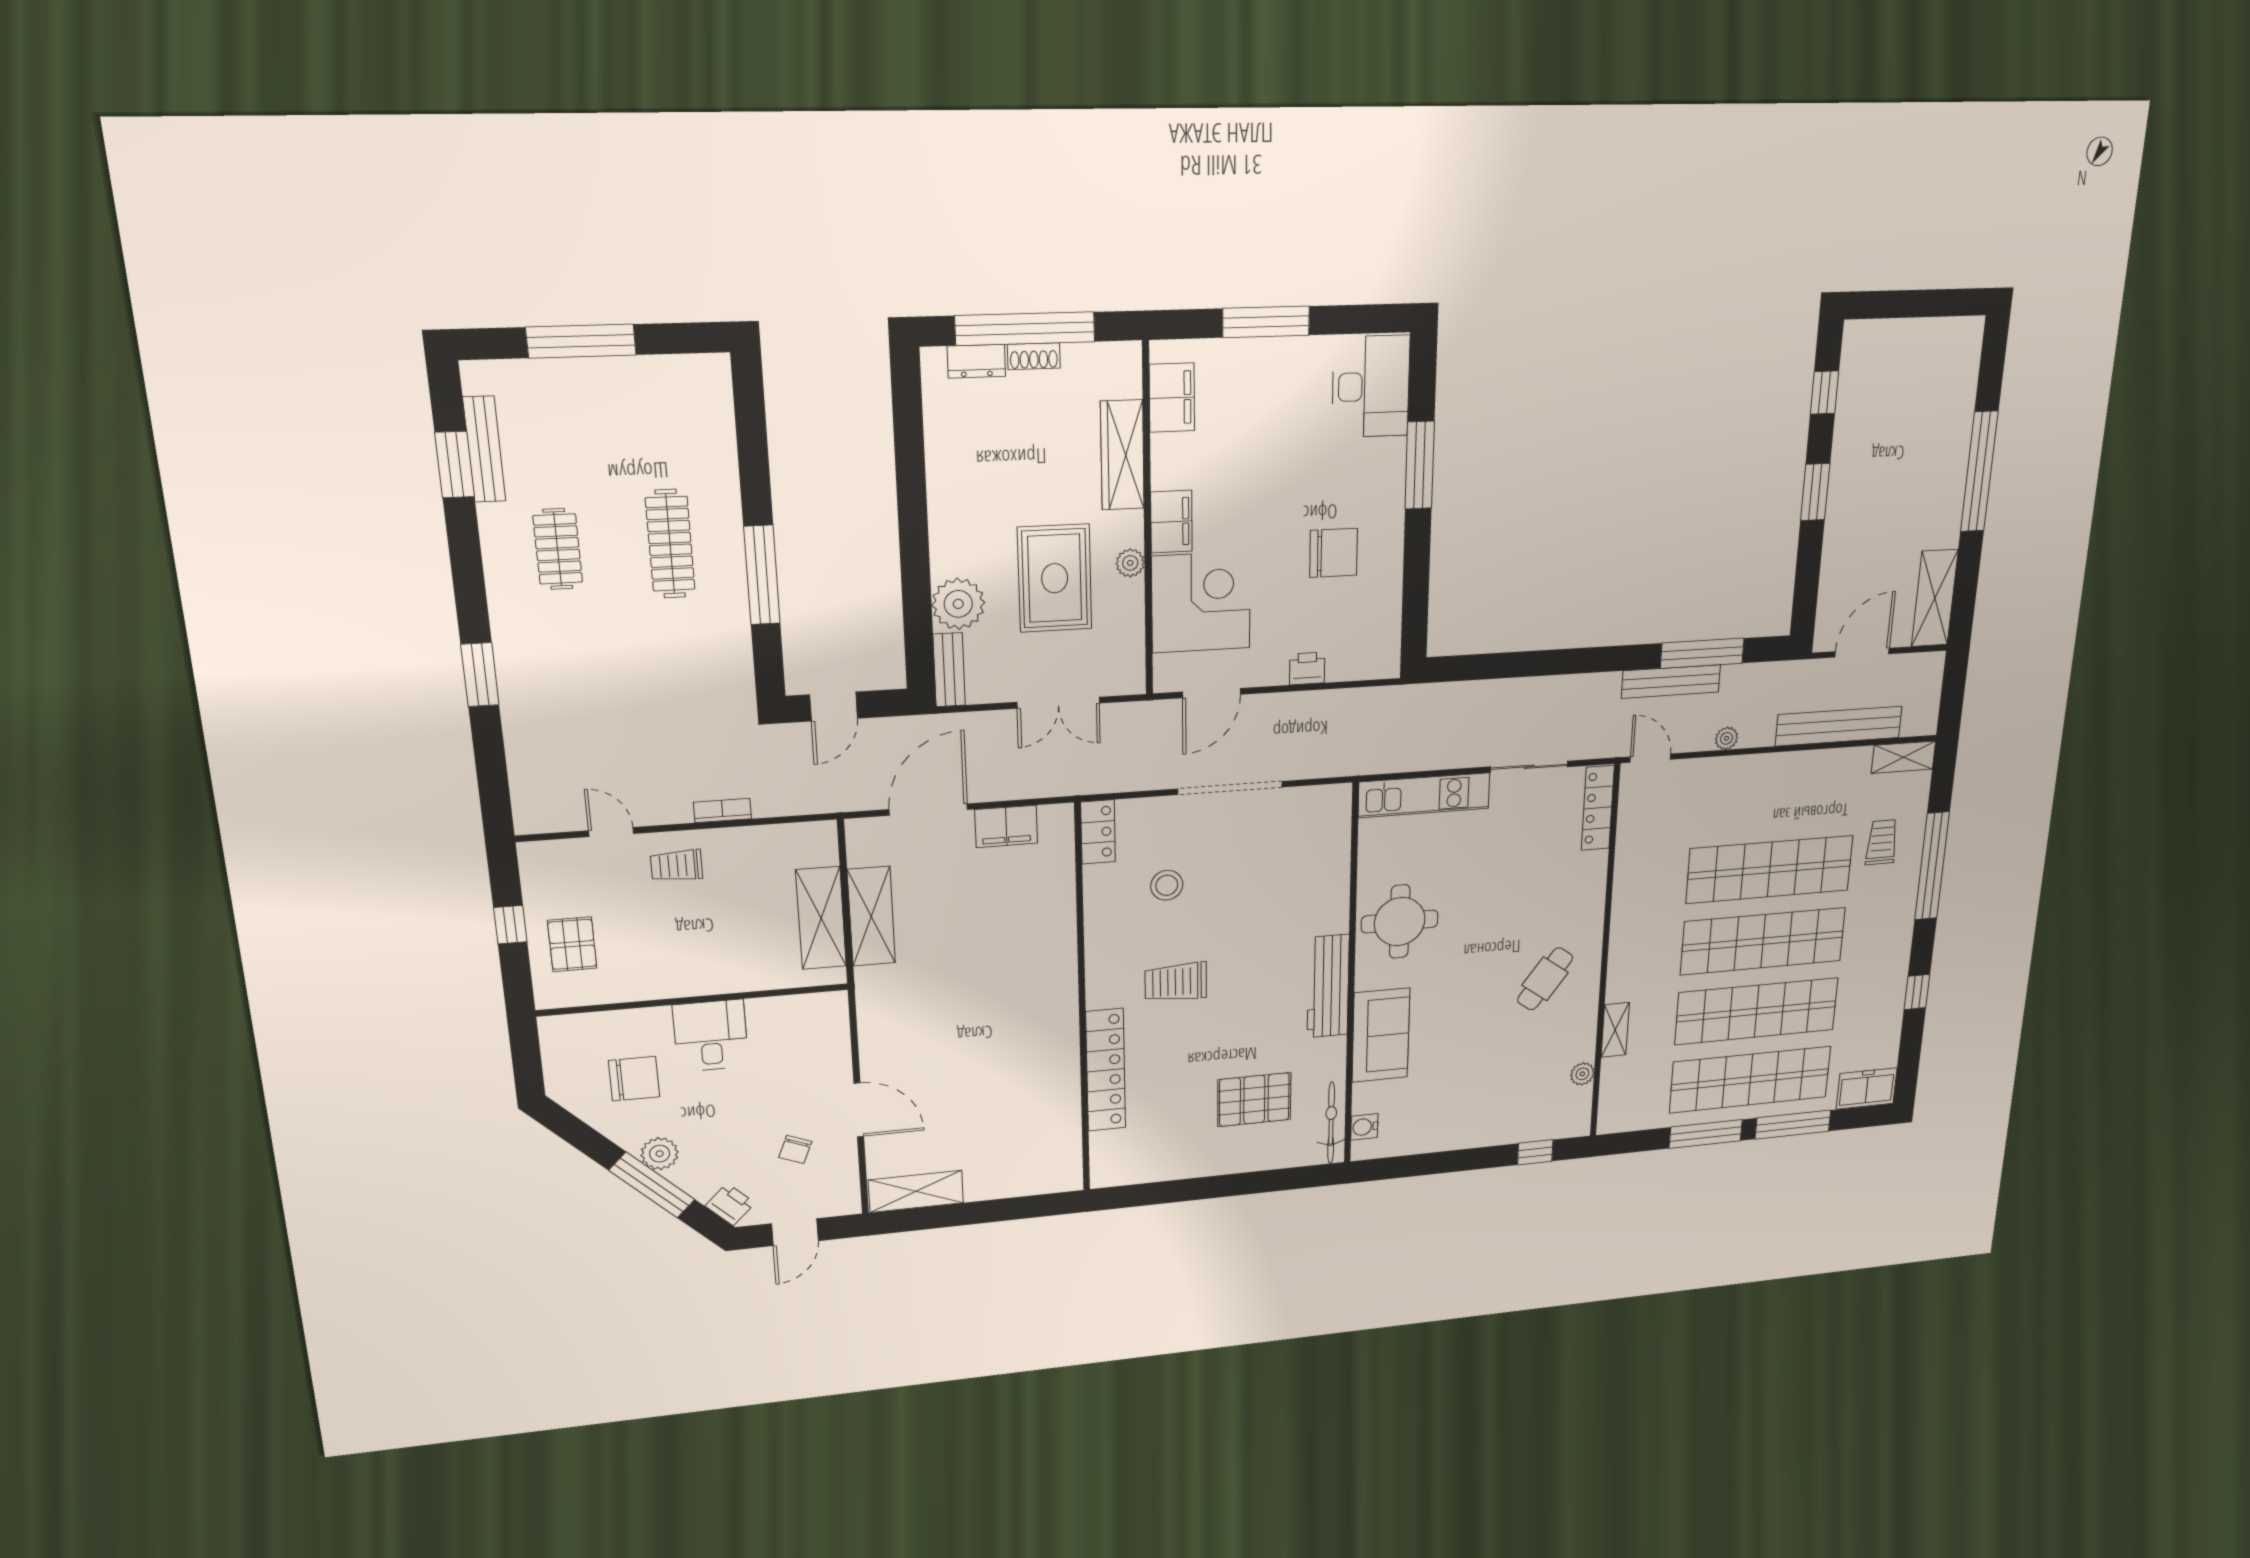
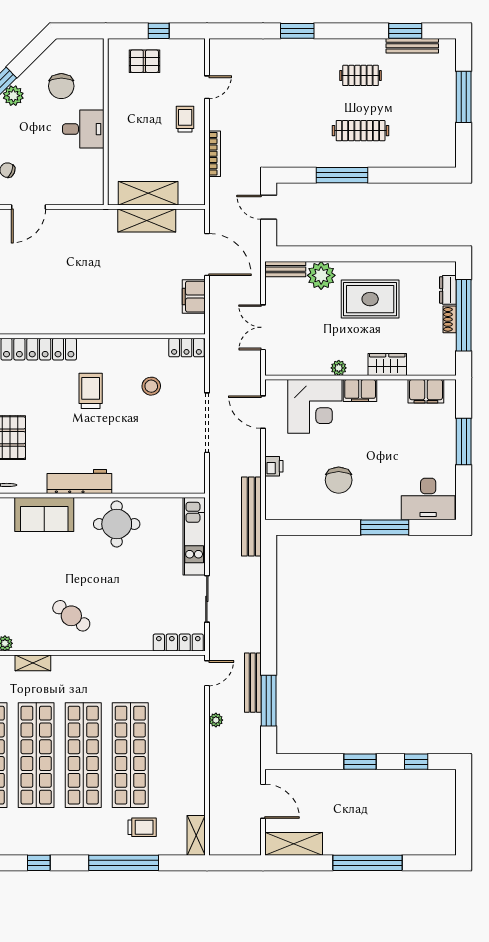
wardrobe: (1122, 455) -> (387, 365), width x0.67
rug: (1055, 578) -> (370, 299), moved
bench: (1839, 726) -> (251, 516), moved
bookcase: (722, 810) -> (215, 154), width x1.56

